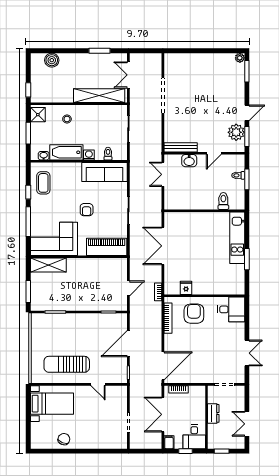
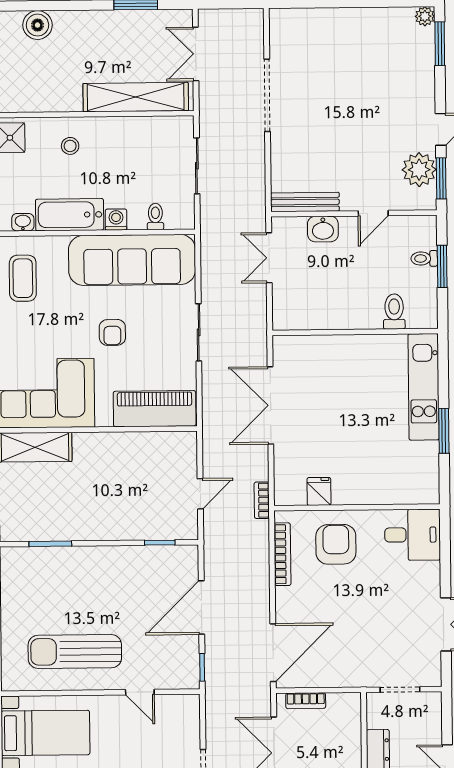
sofa: (105, 172) -> (132, 260), width x1.36, depth x1.27

